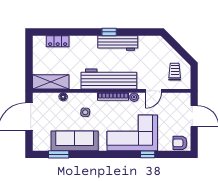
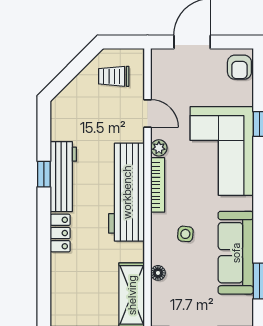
window: (109, 32) -> (44, 174), moved
locker: (58, 41) -> (60, 233), moved

